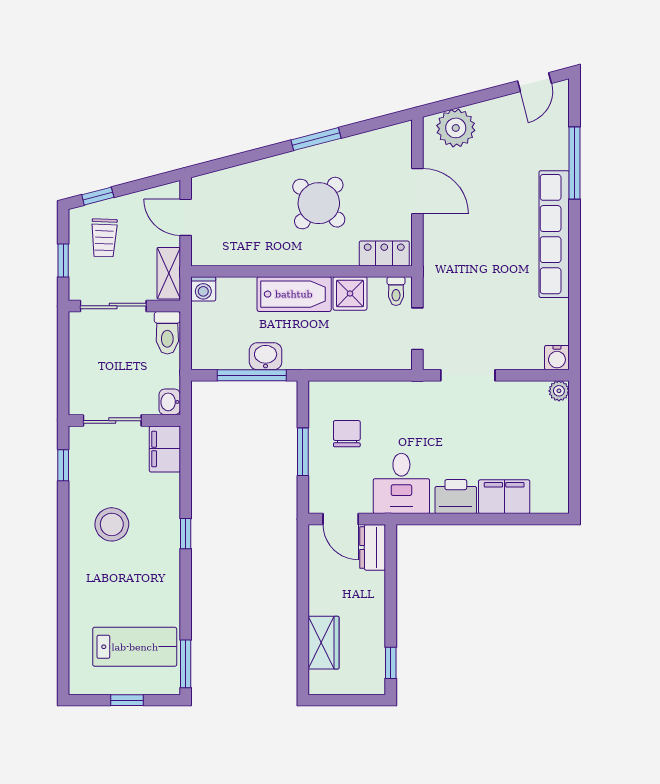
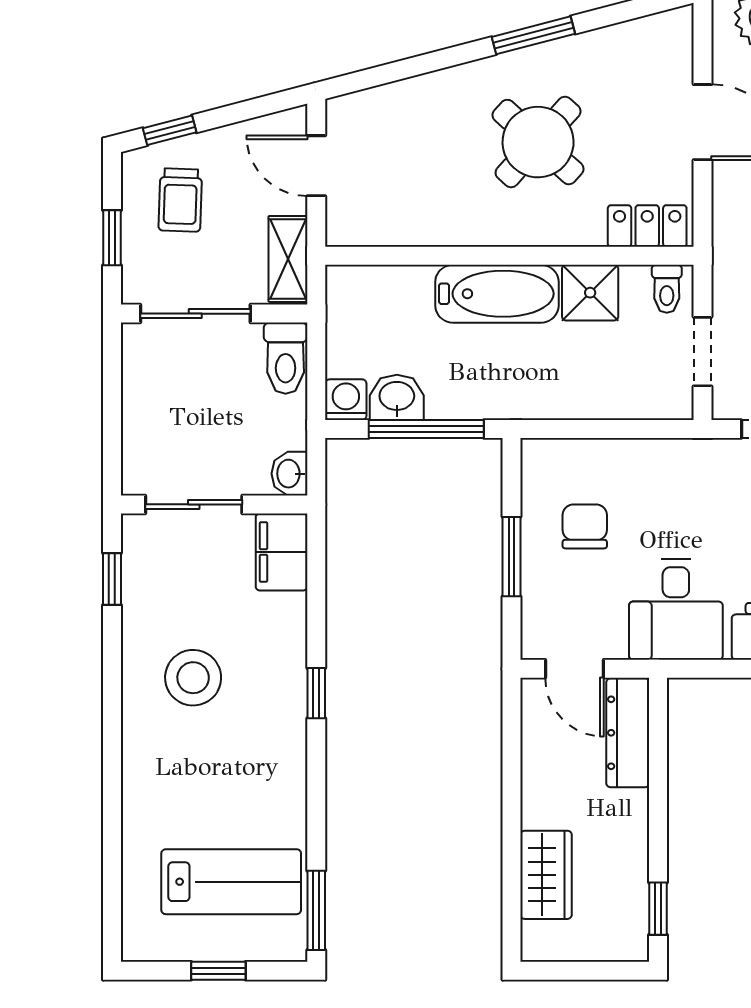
washing machine: (203, 289) -> (346, 400), moved, turned 180
washbasin: (266, 356) -> (397, 397), moved
dresser: (373, 547) -> (628, 733), width x1.44

